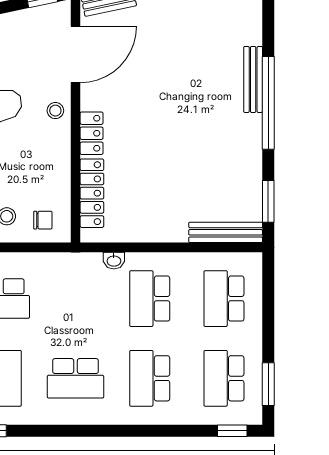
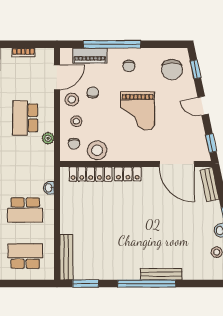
stool: (55, 111) -> (97, 150), moved, width x1.89, depth x1.89
plant: (34, 262) -> (48, 138), added
school desk: (150, 299) -> (25, 210), turned 180

